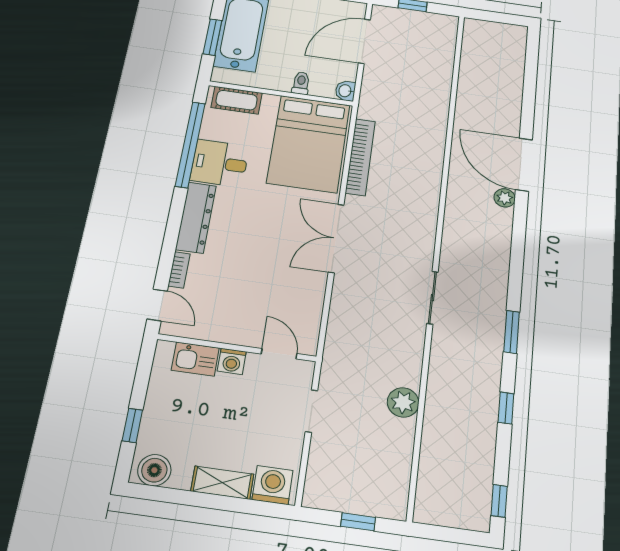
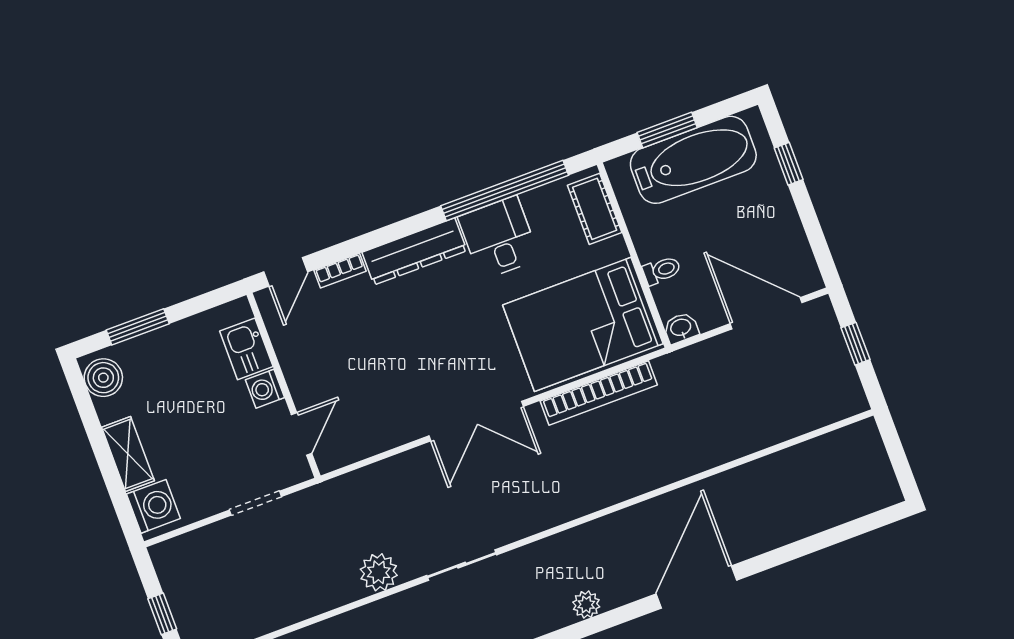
plant: (505, 198) -> (586, 605), moved
double door: (336, 238) -> (476, 421), swing flipped
plant: (403, 402) -> (379, 572), moved
window: (132, 425) -> (138, 327), width x1.50

